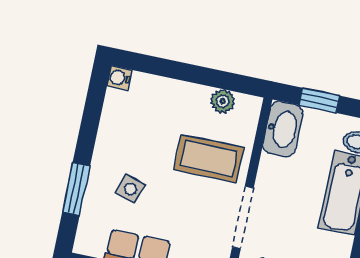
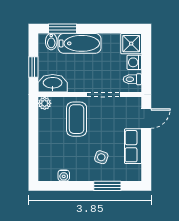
water cooler: (119, 78) -> (64, 175), moved
plant: (223, 101) -> (45, 103), moved

